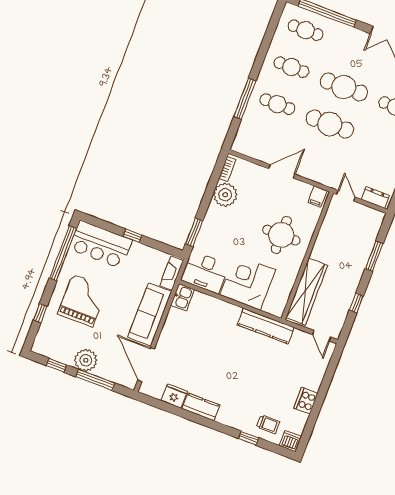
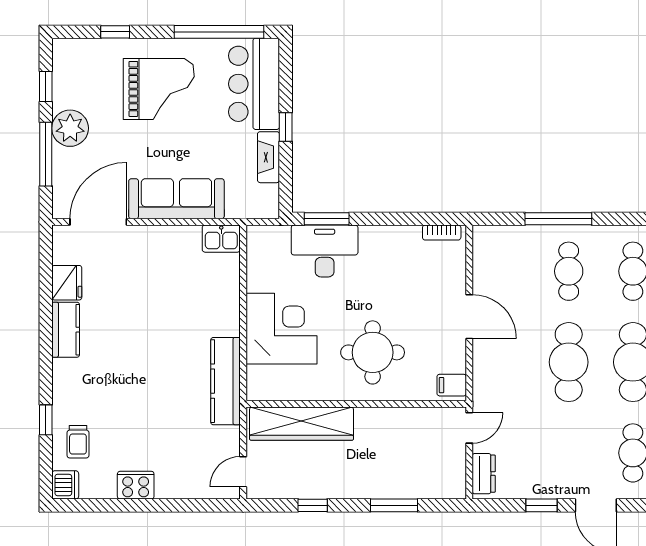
plant: (225, 195) -> (401, 244), removed
desk: (205, 272) -> (325, 251), moved, turned 90
fireplace: (172, 273) -> (269, 157), moved, turned -90

